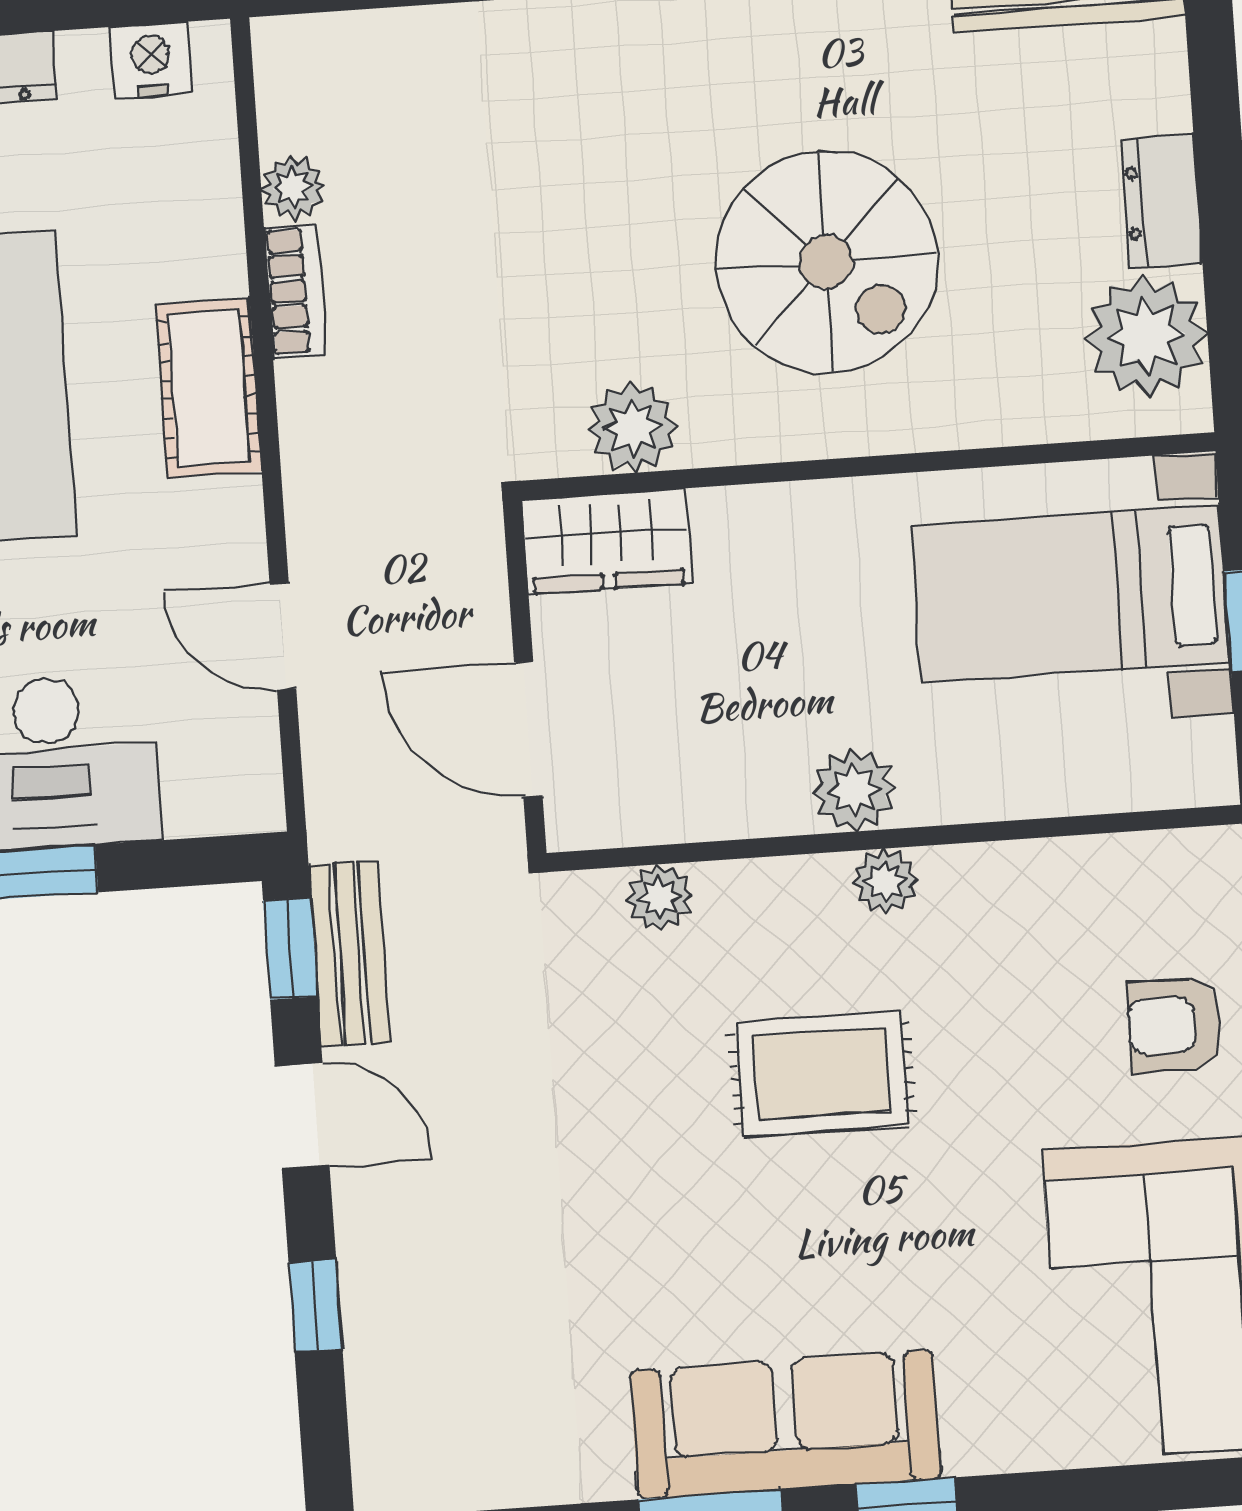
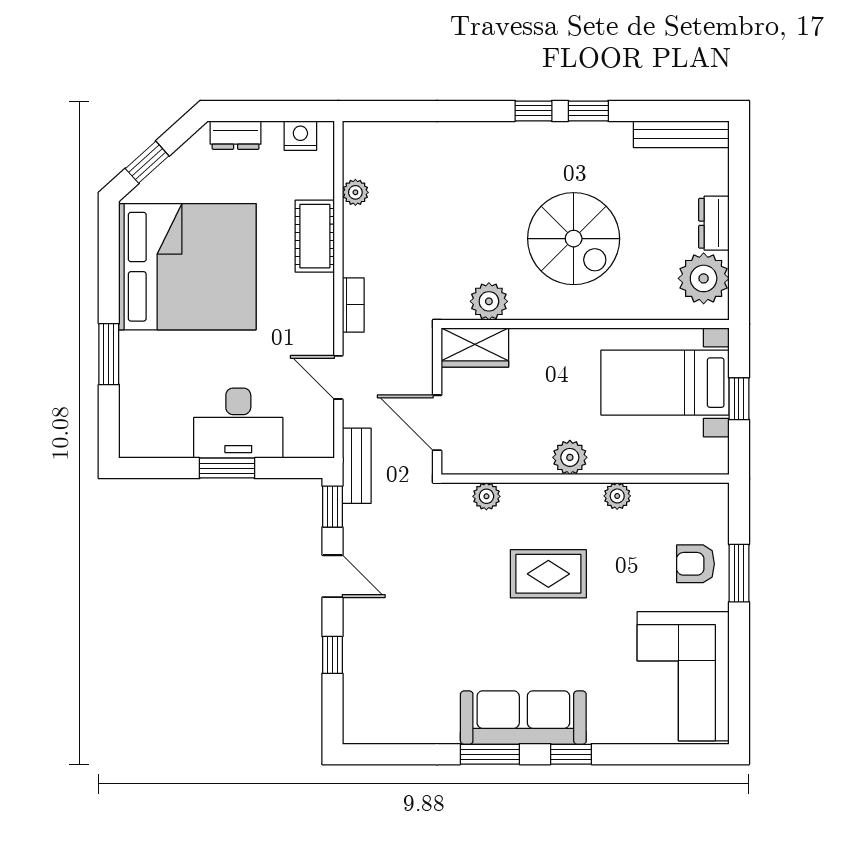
bookcase: (295, 291) -> (353, 305), moved
cot: (209, 388) -> (315, 236), moved
plant: (885, 881) -> (617, 496), moved
bench: (349, 953) -> (357, 466), moved

